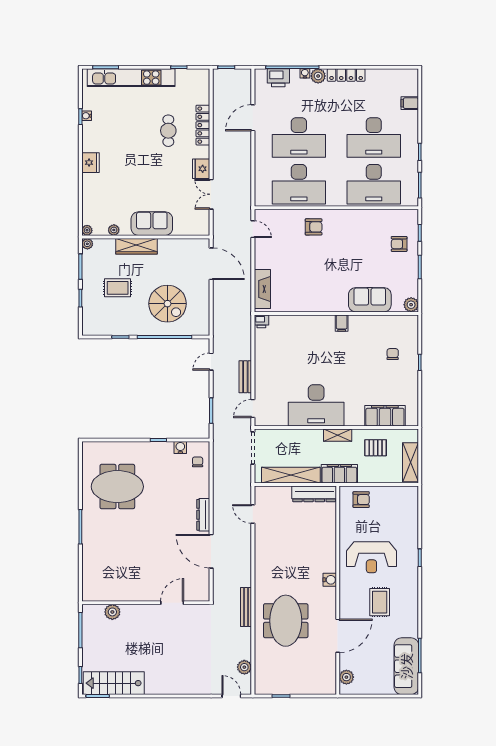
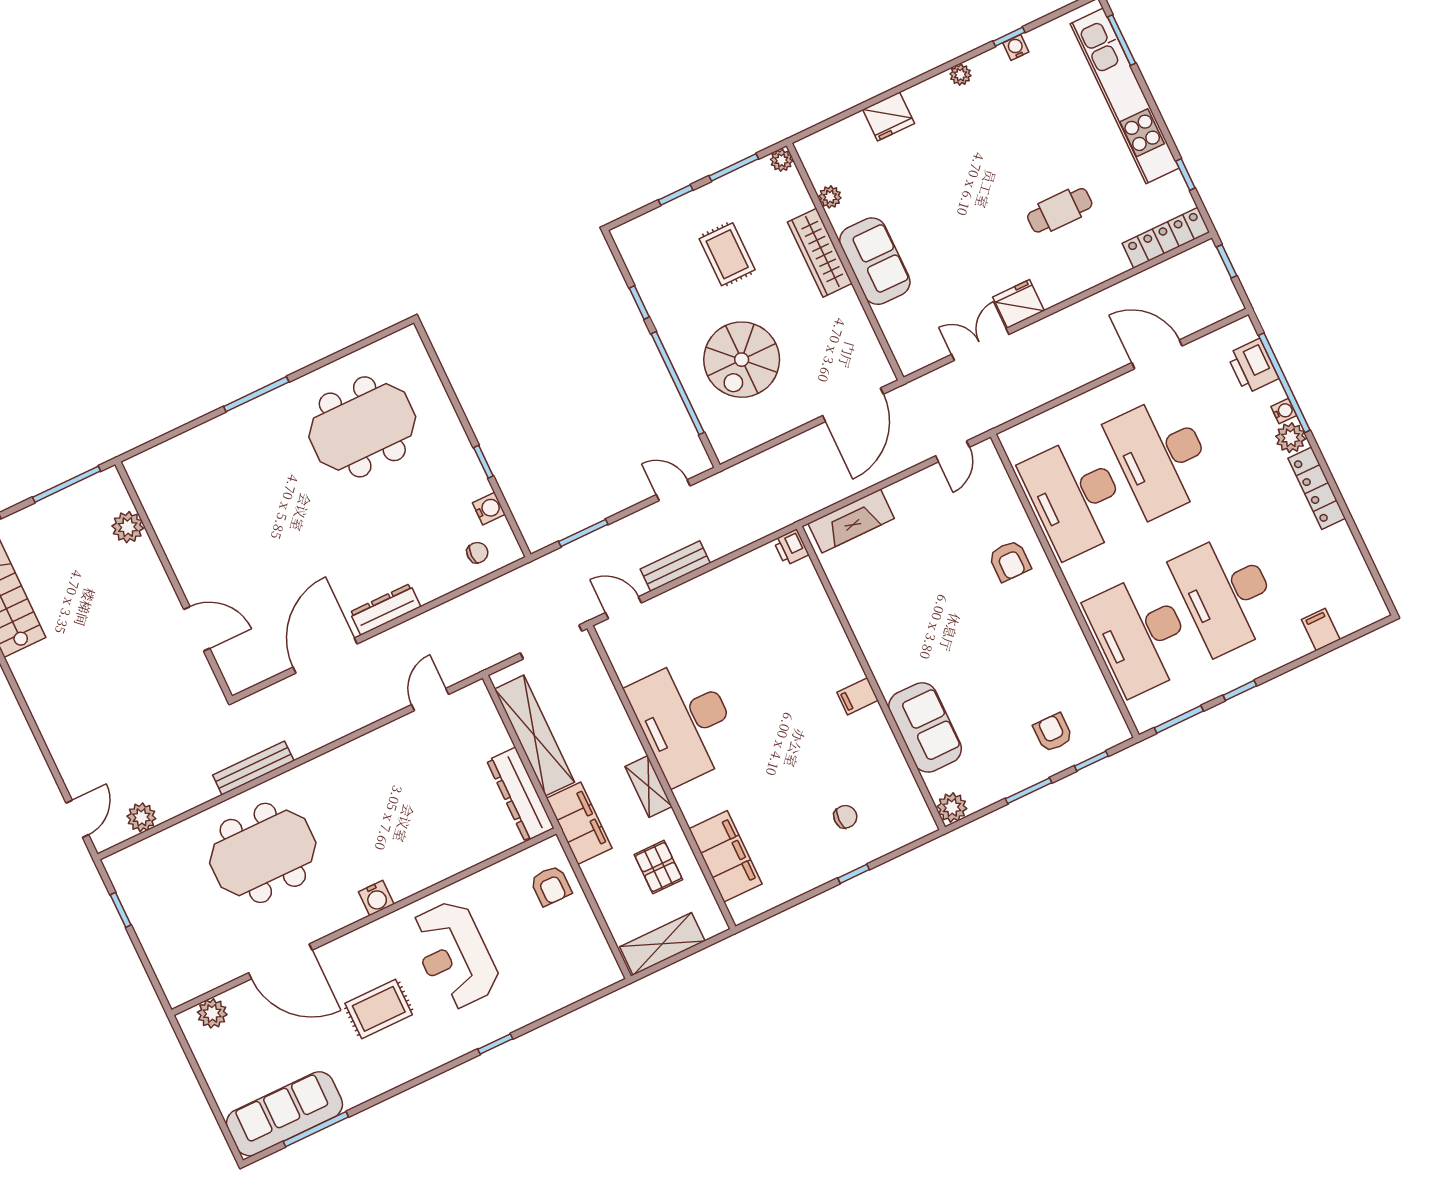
locker: (203, 125) -> (1166, 238), moved
fridge: (90, 163) -> (889, 116), moved
plant: (87, 230) -> (960, 75), moved
meeting table: (117, 487) -> (362, 427), turned 90

